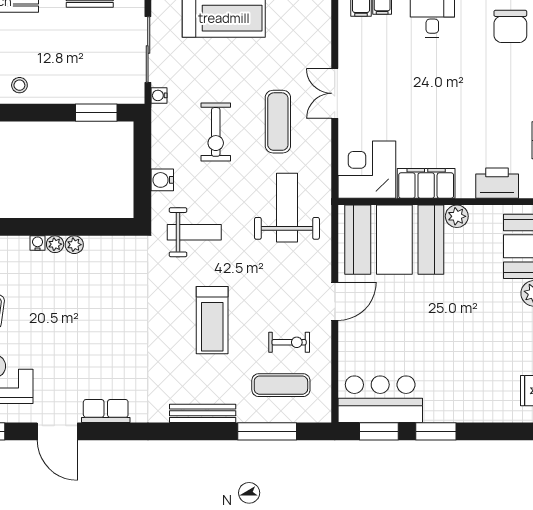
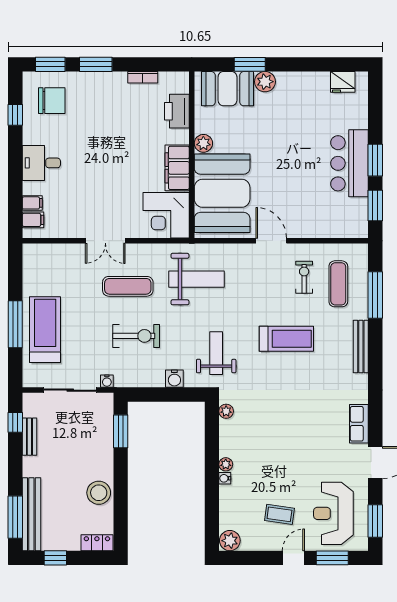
stool: (19, 85) -> (99, 493), width x1.89, depth x1.89
weight bench: (287, 208) -> (197, 279), turned 180
plant: (74, 245) -> (226, 411), moved
bar counter: (380, 399) -> (350, 163), moved

